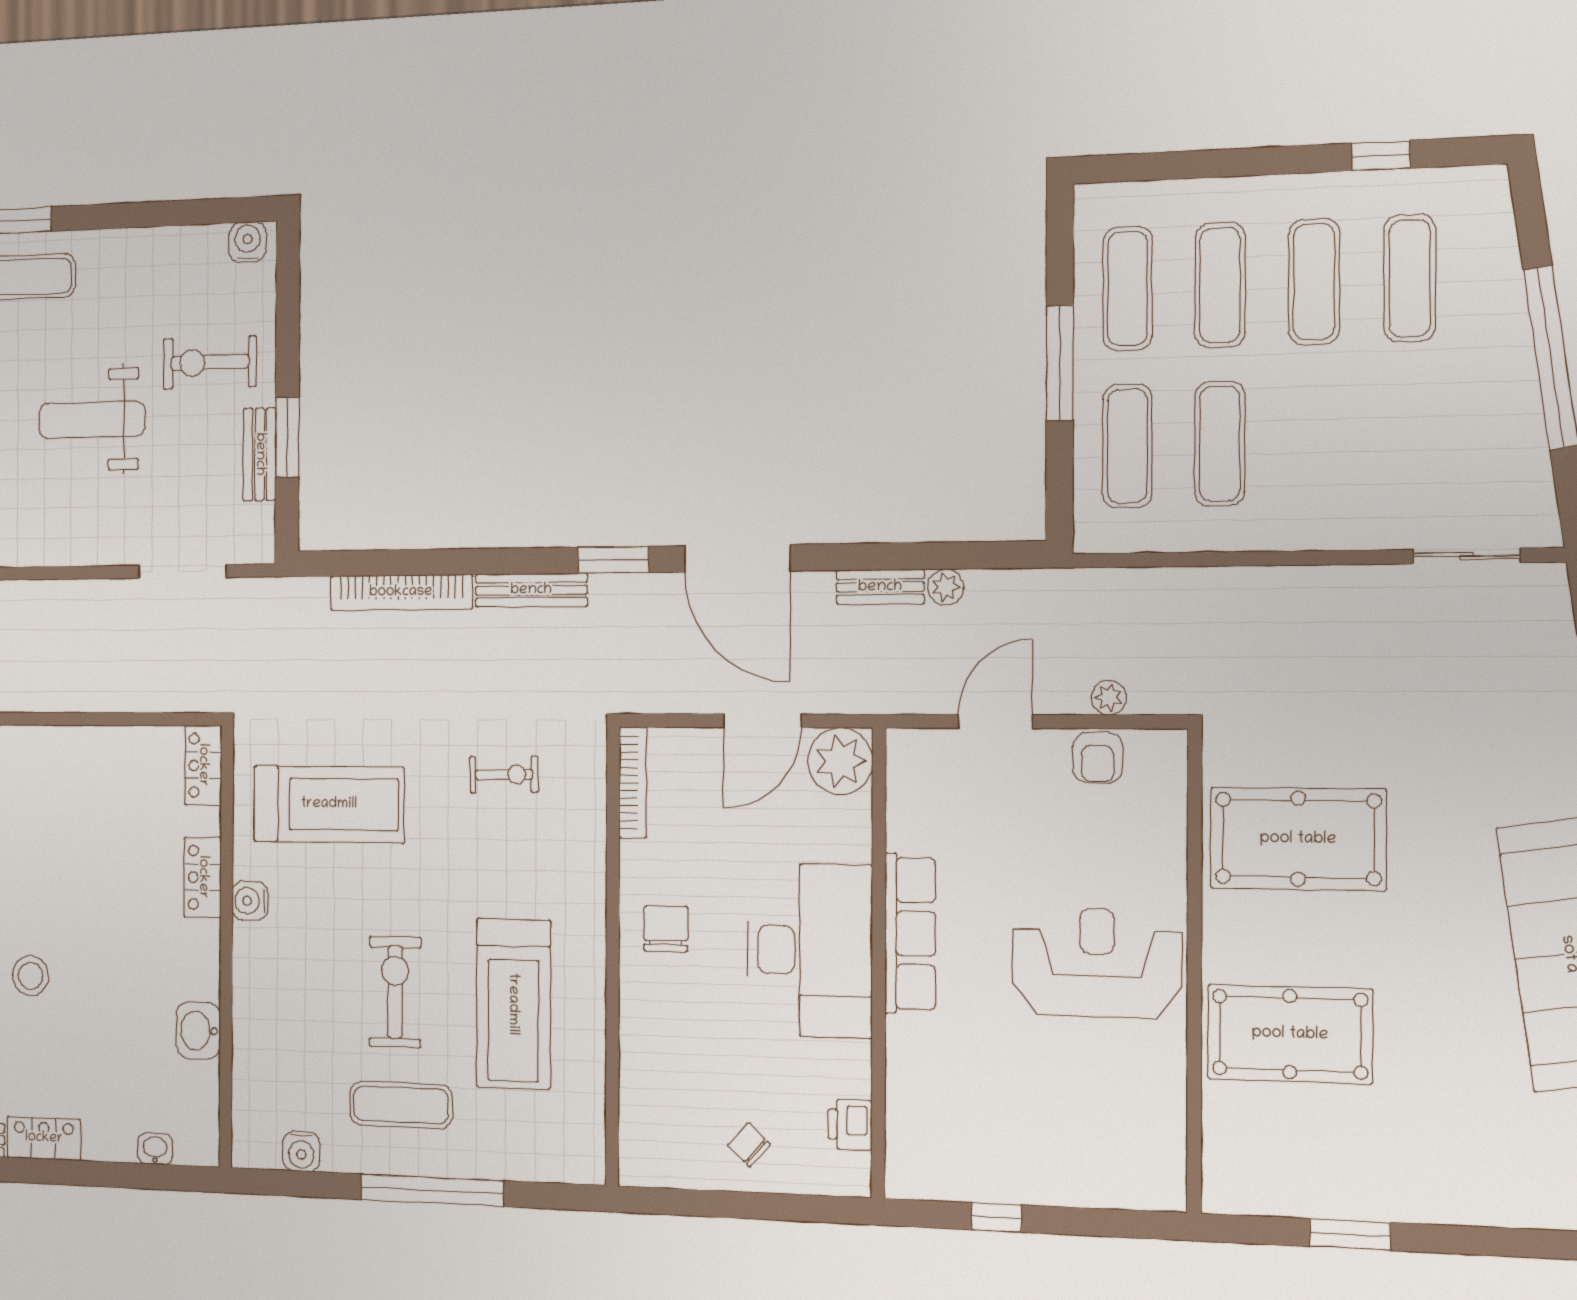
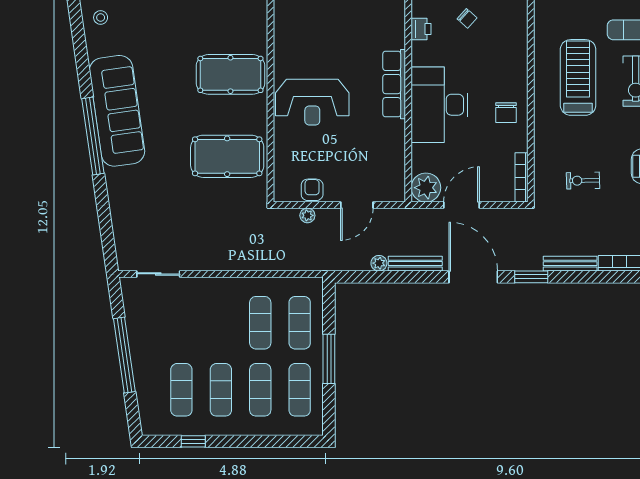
bench: (880, 587) -> (415, 264), width x1.36
row of seats: (910, 934) -> (394, 84), moved

